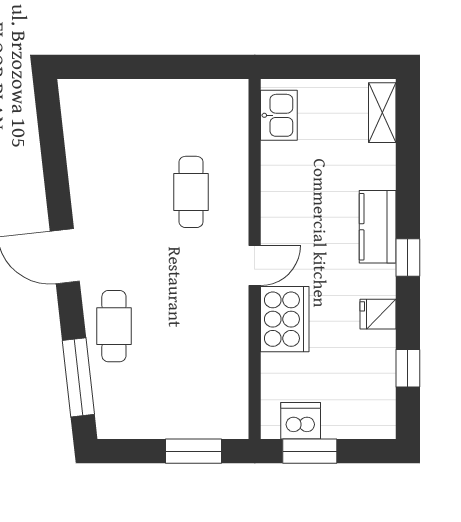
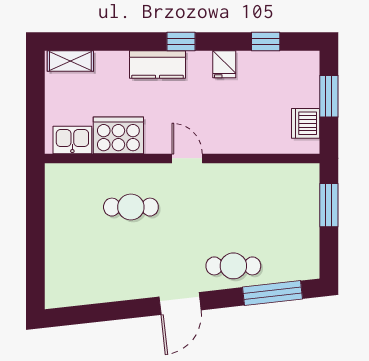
cooker: (285, 319) -> (118, 135), moved
window: (310, 451) -> (329, 96), moved

